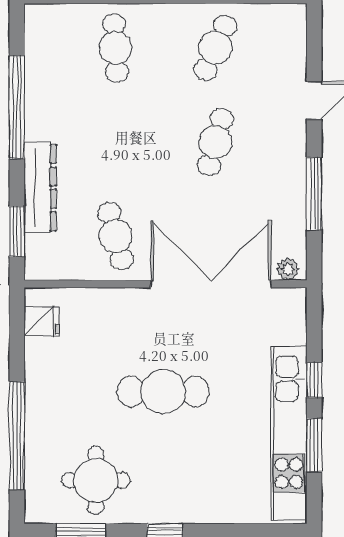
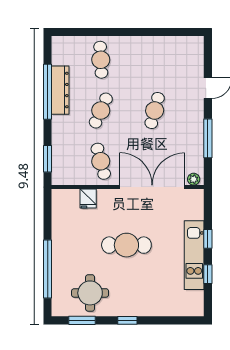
cafe table: (215, 48) -> (101, 111), moved
dresser: (40, 188) -> (60, 90), moved
fridge: (42, 321) -> (88, 199), moved, turned 90
kitchen unit: (289, 433) -> (194, 255), width x0.73
window: (314, 445) -> (208, 274), width x0.67

